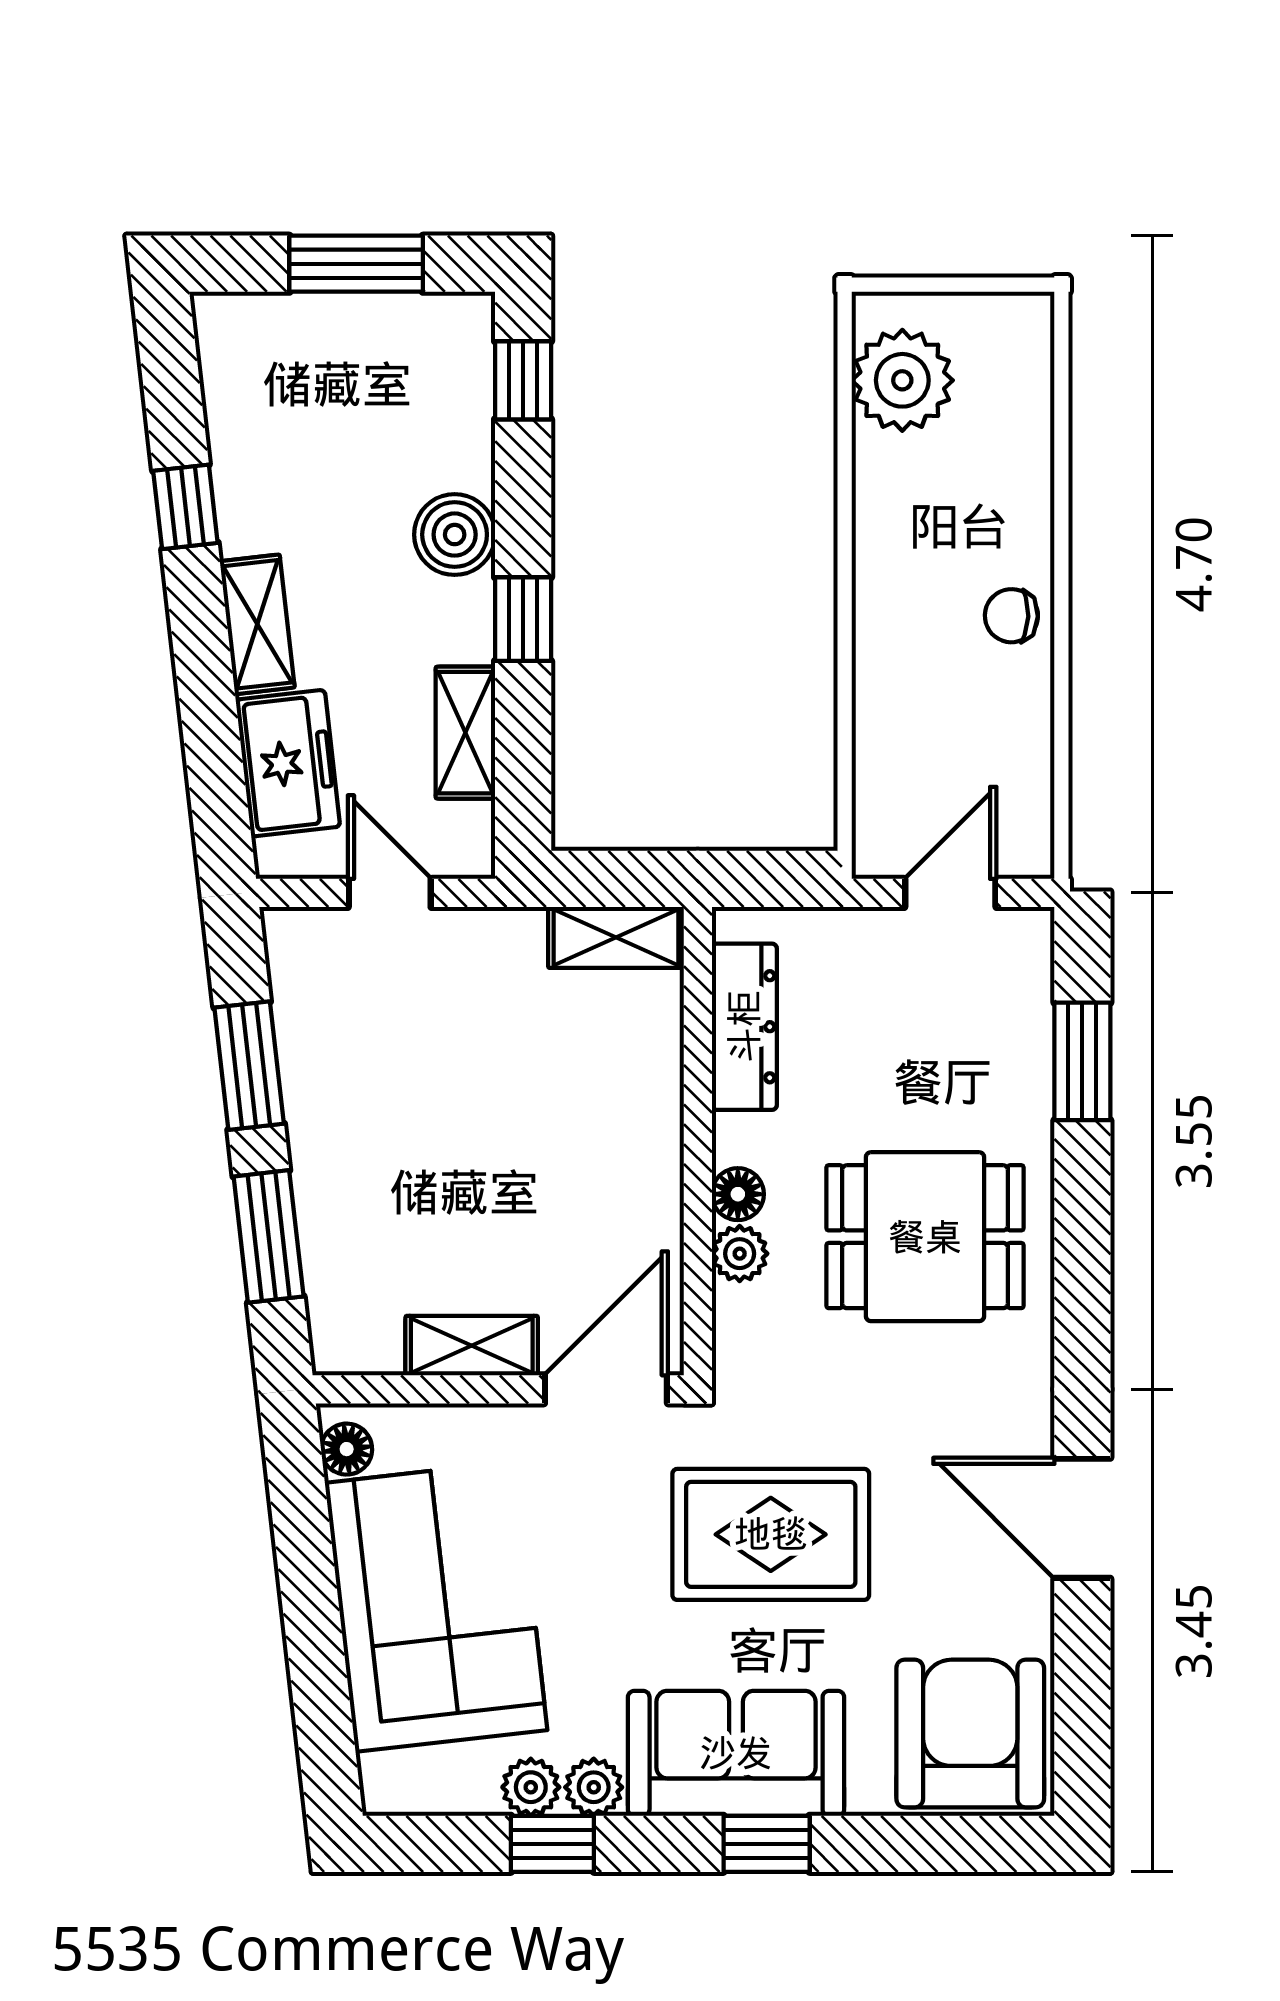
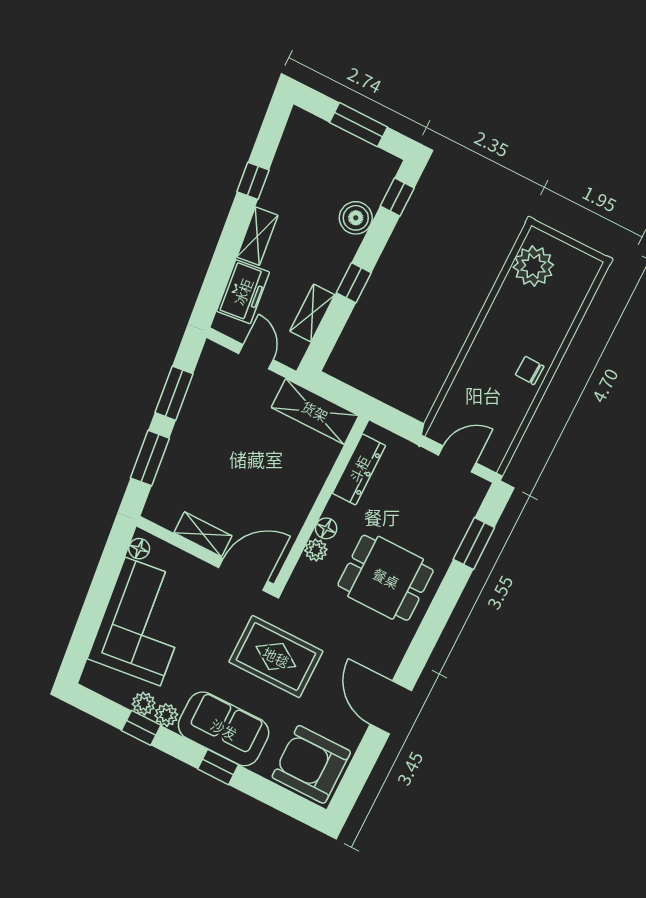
boiler: (455, 535) -> (356, 218), moved
shelving: (616, 937) -> (315, 411), width x1.50, depth x1.33
armchair: (970, 1733) -> (311, 764), turned -90

